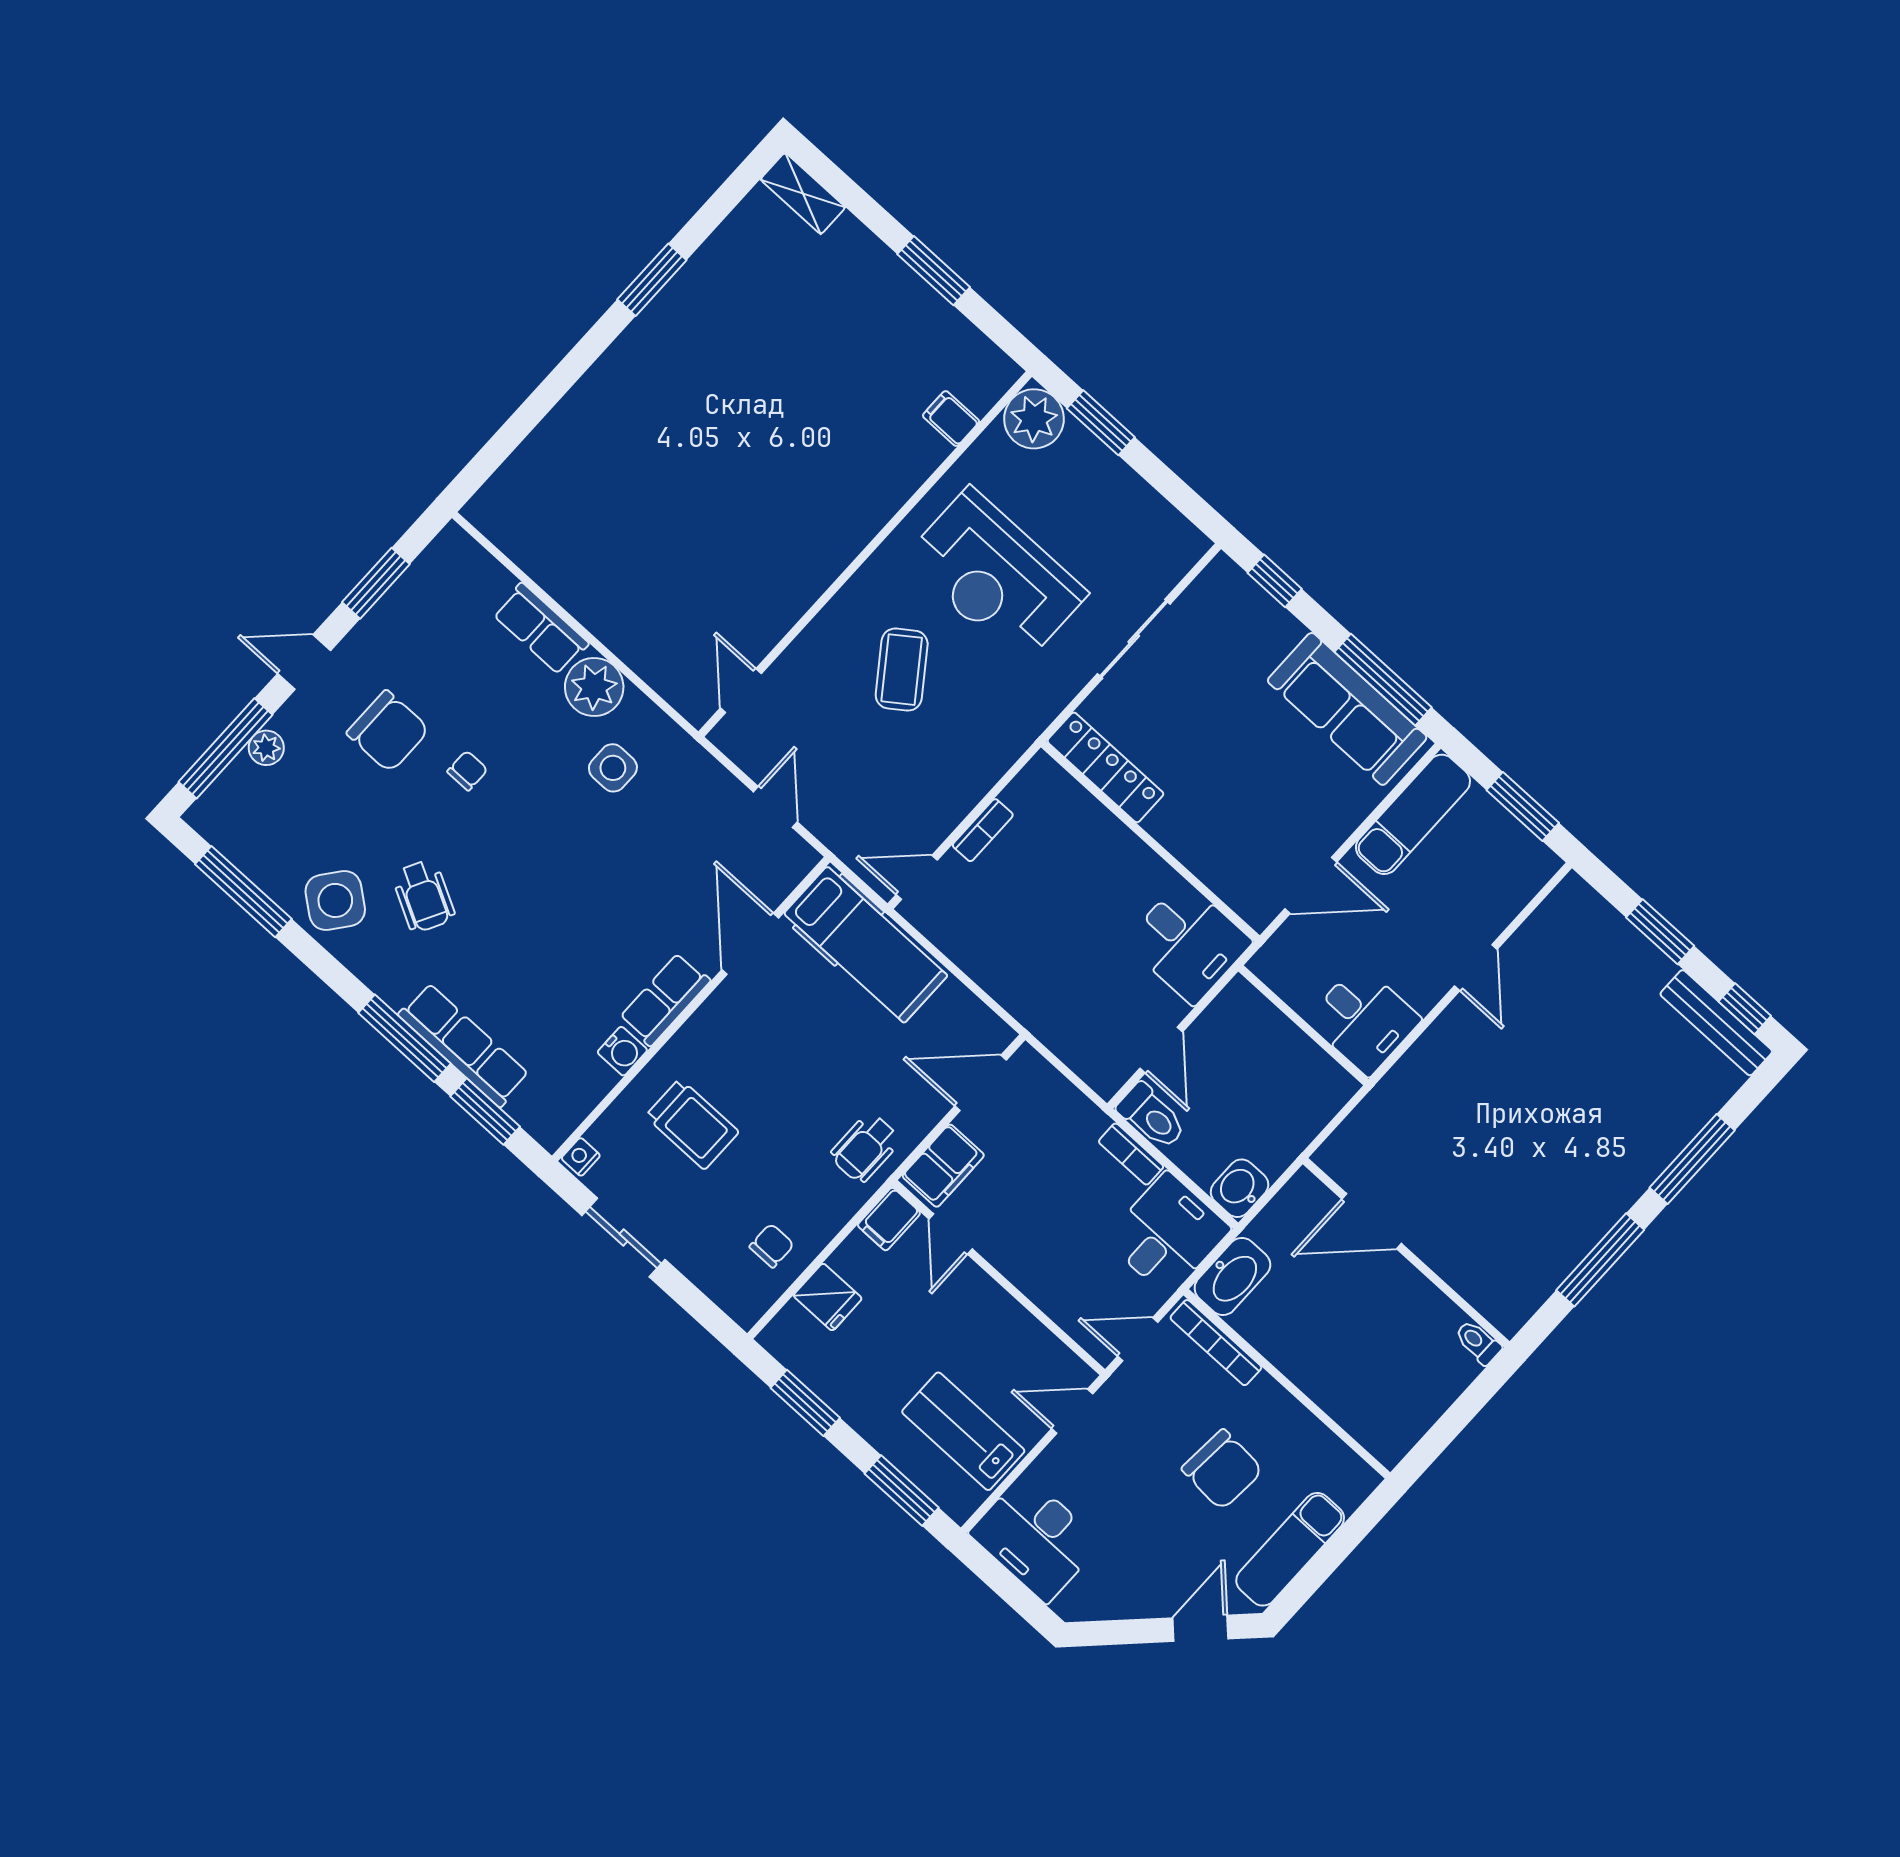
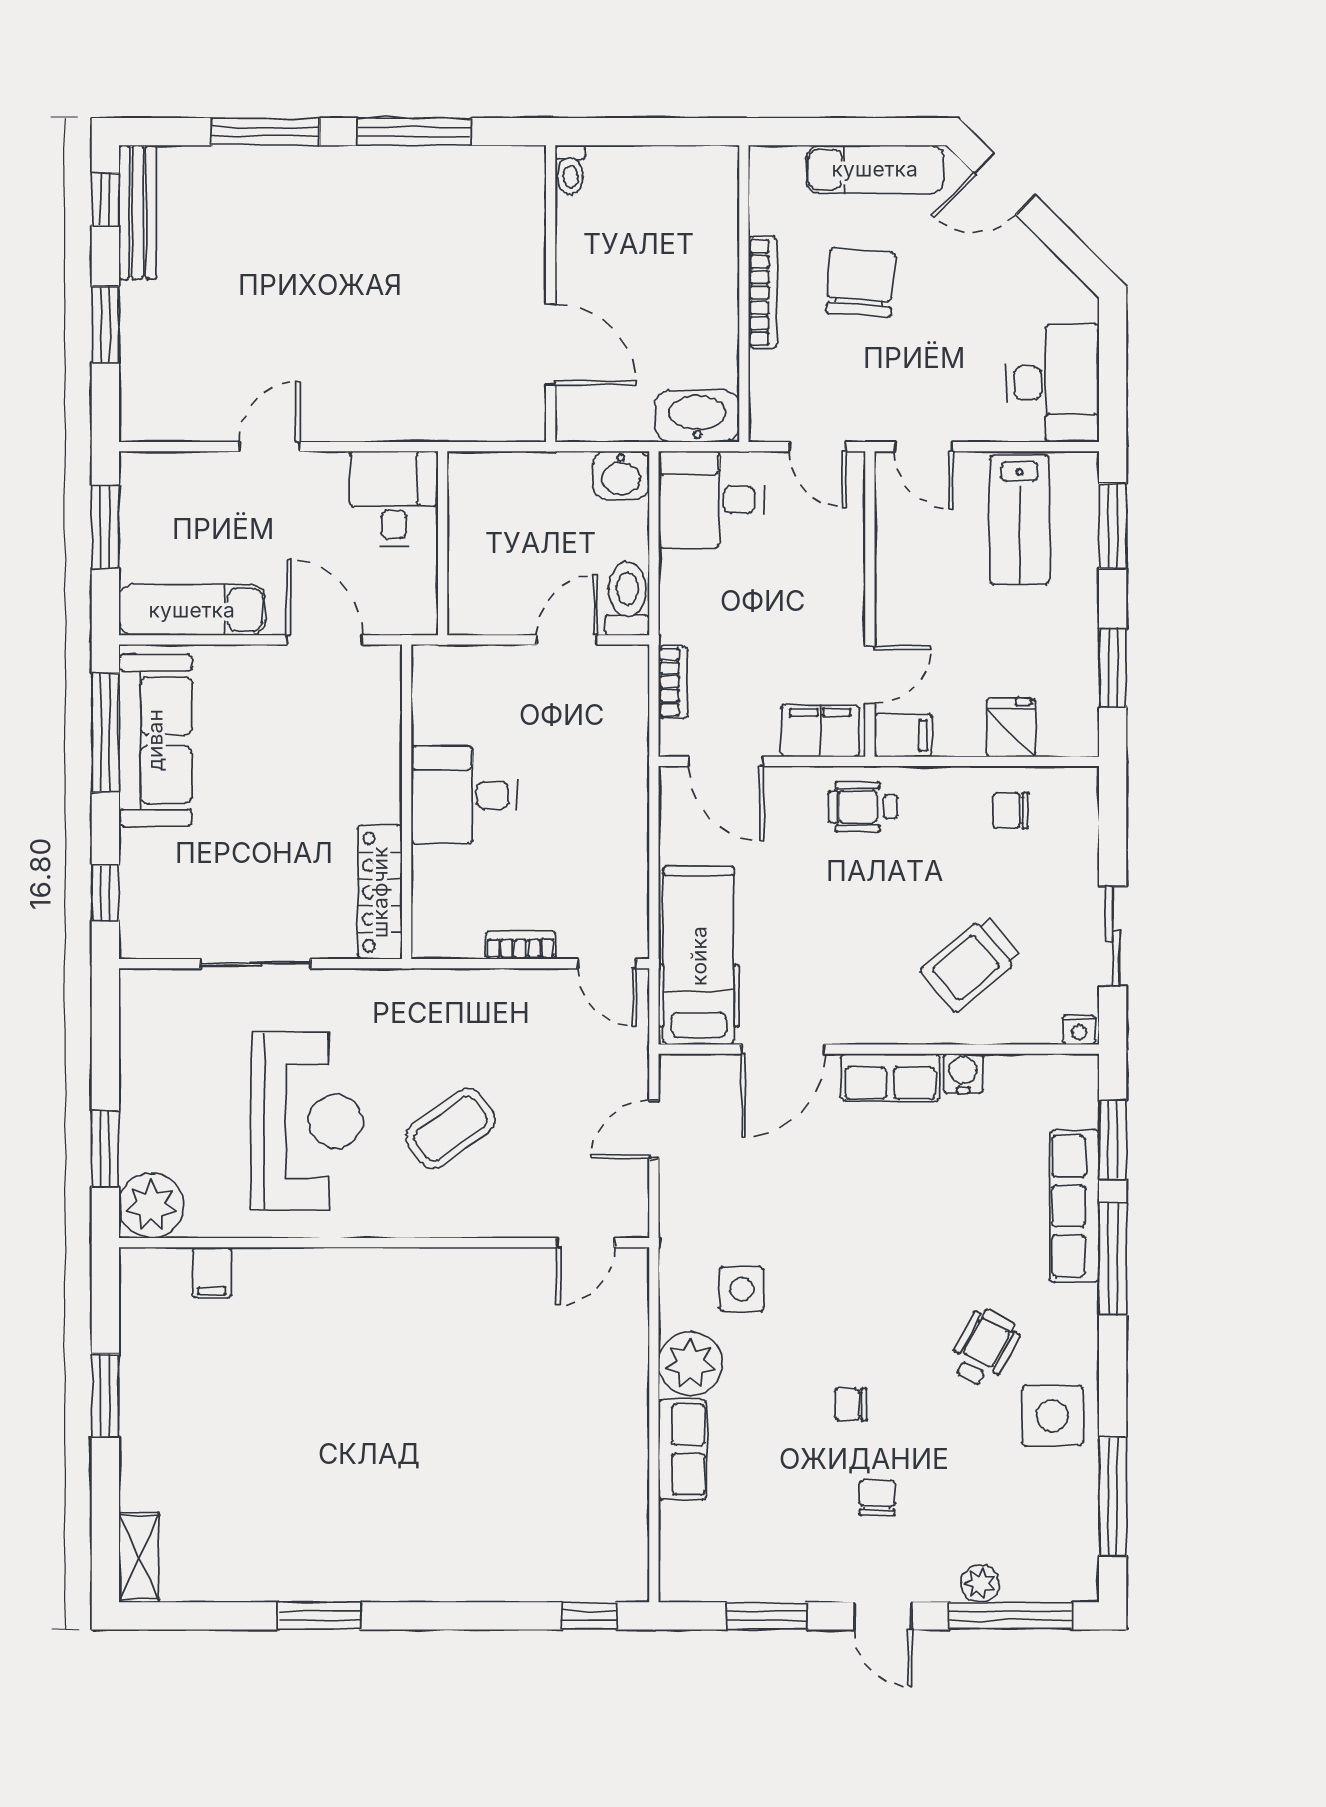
window: (486, 463) -> (589, 1616), added
chair: (388, 731) -> (877, 1497), width x0.54, depth x0.54
side table: (335, 900) -> (1052, 1416), turned -38
desk: (1188, 942) -> (464, 795), moved, turned -90
trolley: (692, 1124) -> (971, 964), turned -130
wheelchair: (865, 1148) -> (863, 807), turned 180
bookcase: (1131, 1154) -> (673, 682), moved
bookcase: (1216, 1343) -> (763, 293), moved

